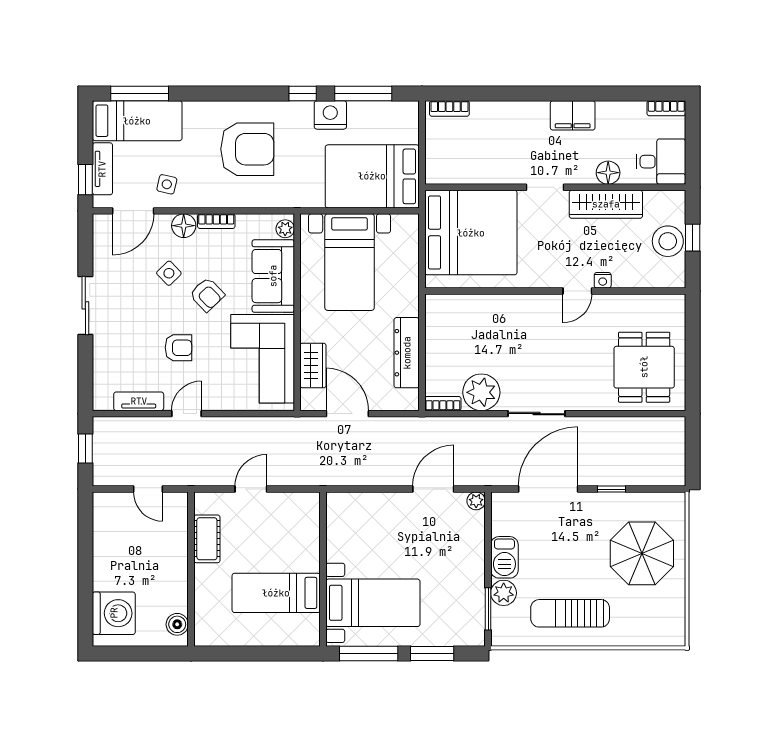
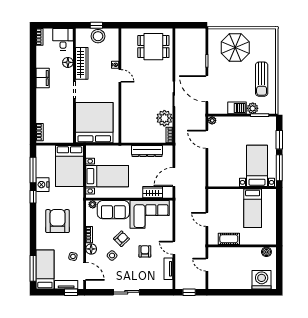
door: (148, 489) -> (207, 265), swing flipped

